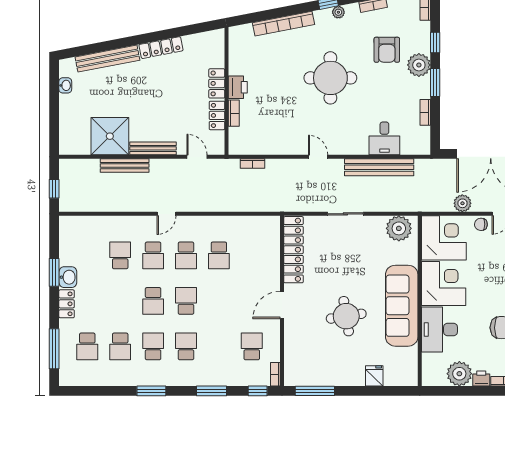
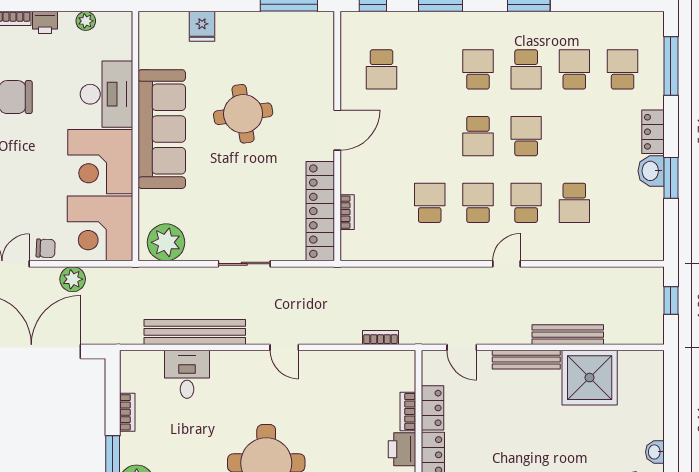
school desk: (186, 346) -> (478, 69), turned 180
bookcase: (275, 374) -> (347, 212), moved
plant: (459, 374) -> (86, 21), width x0.53, depth x0.53

